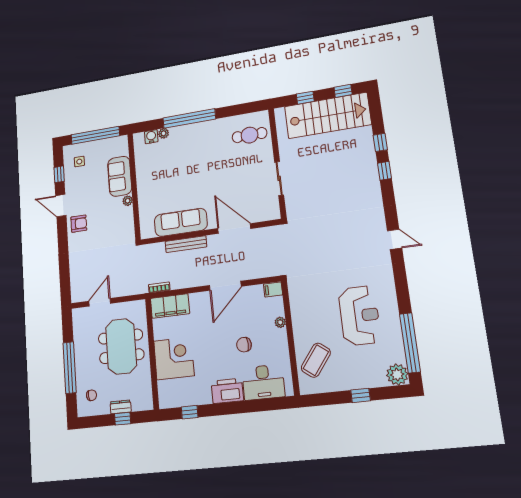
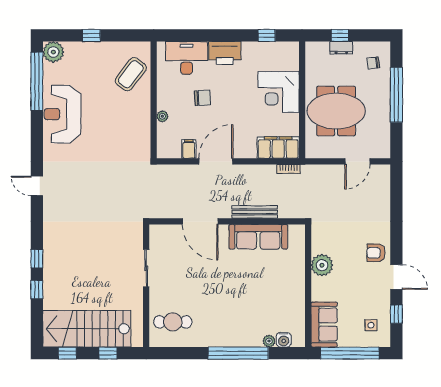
sofa: (120, 176) -> (324, 325), moved
plant: (128, 201) -> (322, 265), width x1.87, depth x1.87
filing cabinet: (273, 290) -> (189, 149), moved, turned -90
reception desk: (360, 316) -> (62, 114), moved
meeting table: (121, 346) -> (336, 111), turned 90

